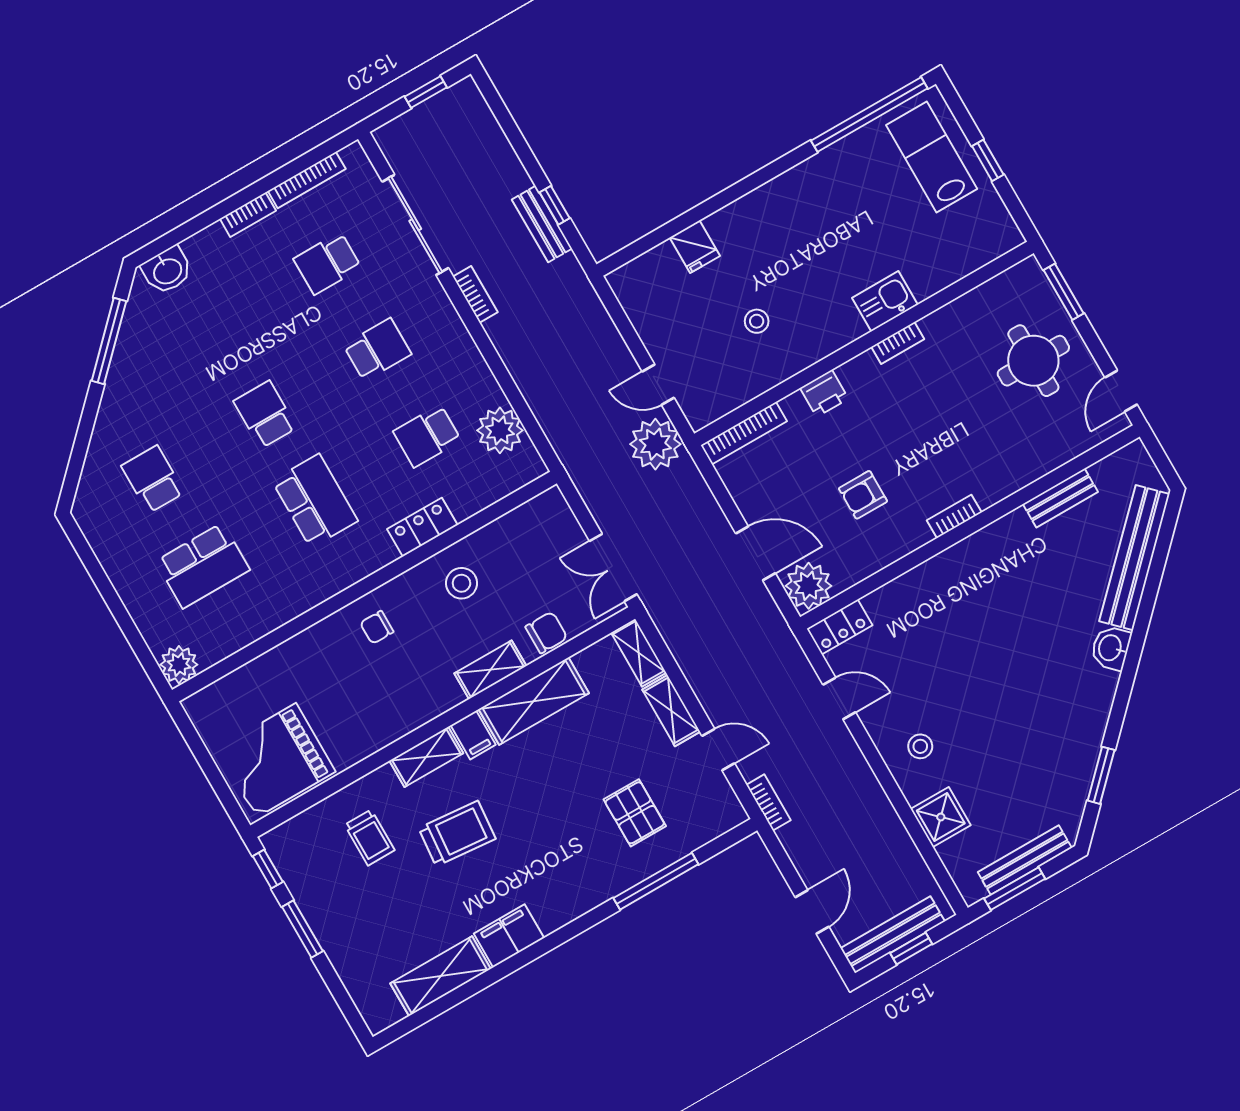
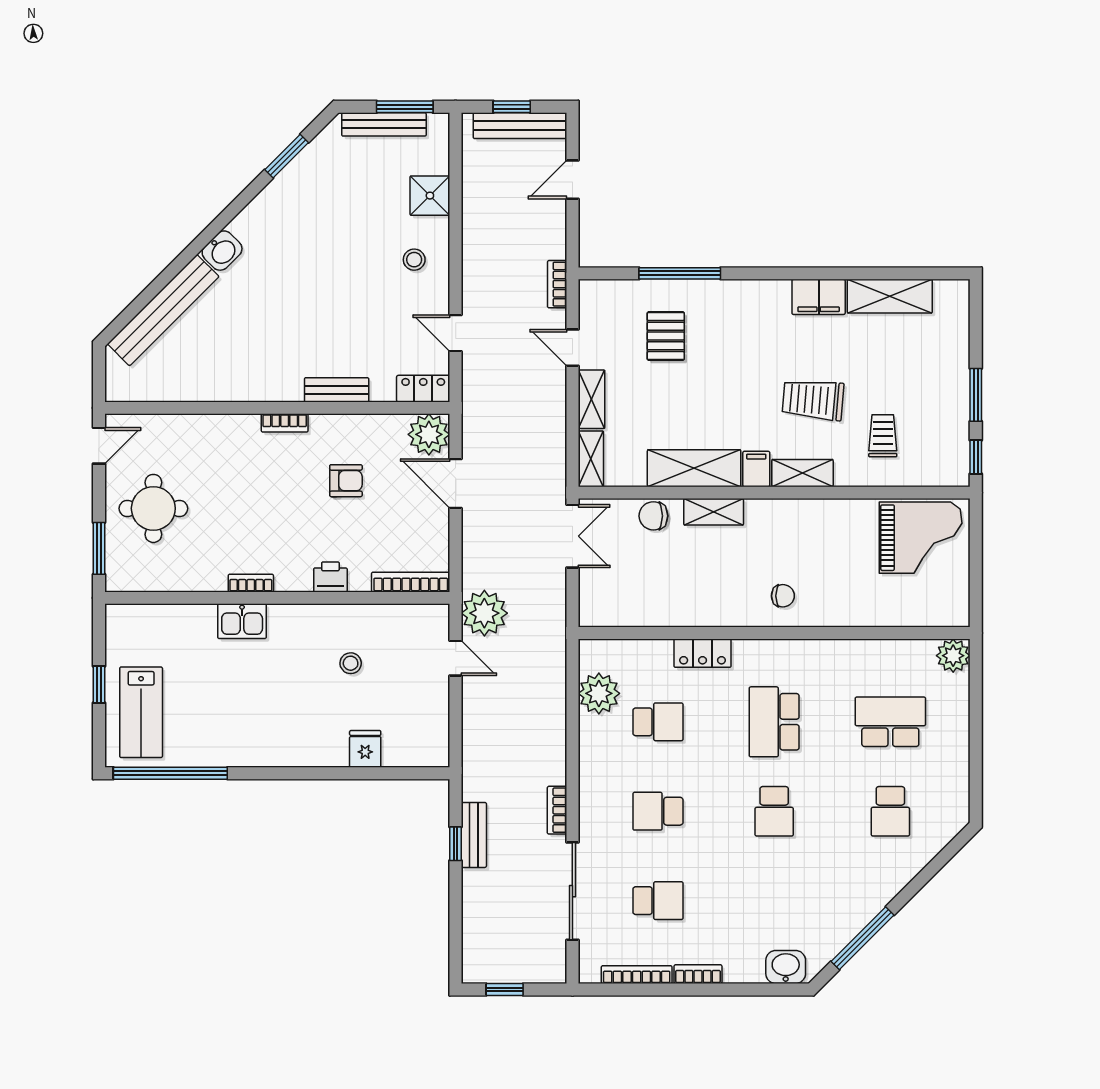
bench: (1060, 498) -> (337, 390), moved
stool: (461, 583) -> (697, 592), removed

